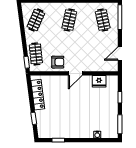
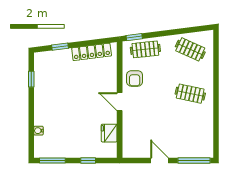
clothes rail: (103, 20) -> (190, 138), removed
door: (120, 53) -> (159, 160), moved

